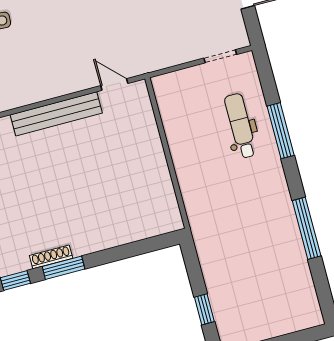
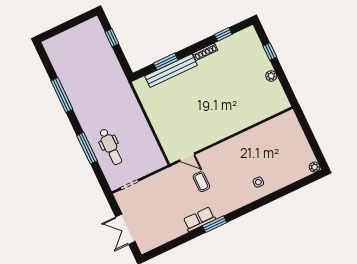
coffee table: (98, 39) -> (201, 182), added
bench: (56, 114) -> (171, 71), moved
window: (63, 268) -> (166, 62), moved

